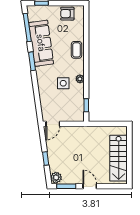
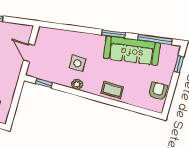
door: (53, 124) -> (29, 53), moved

